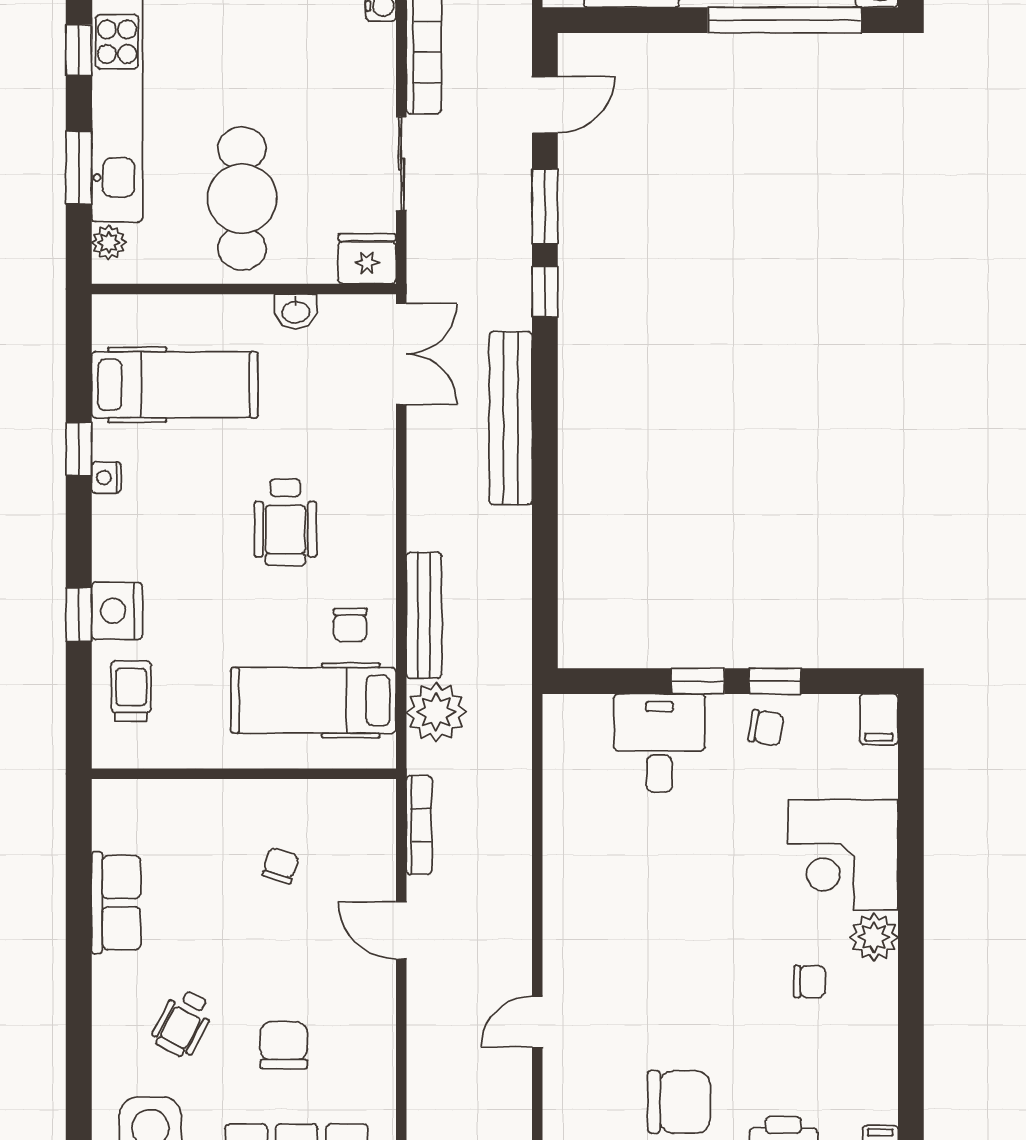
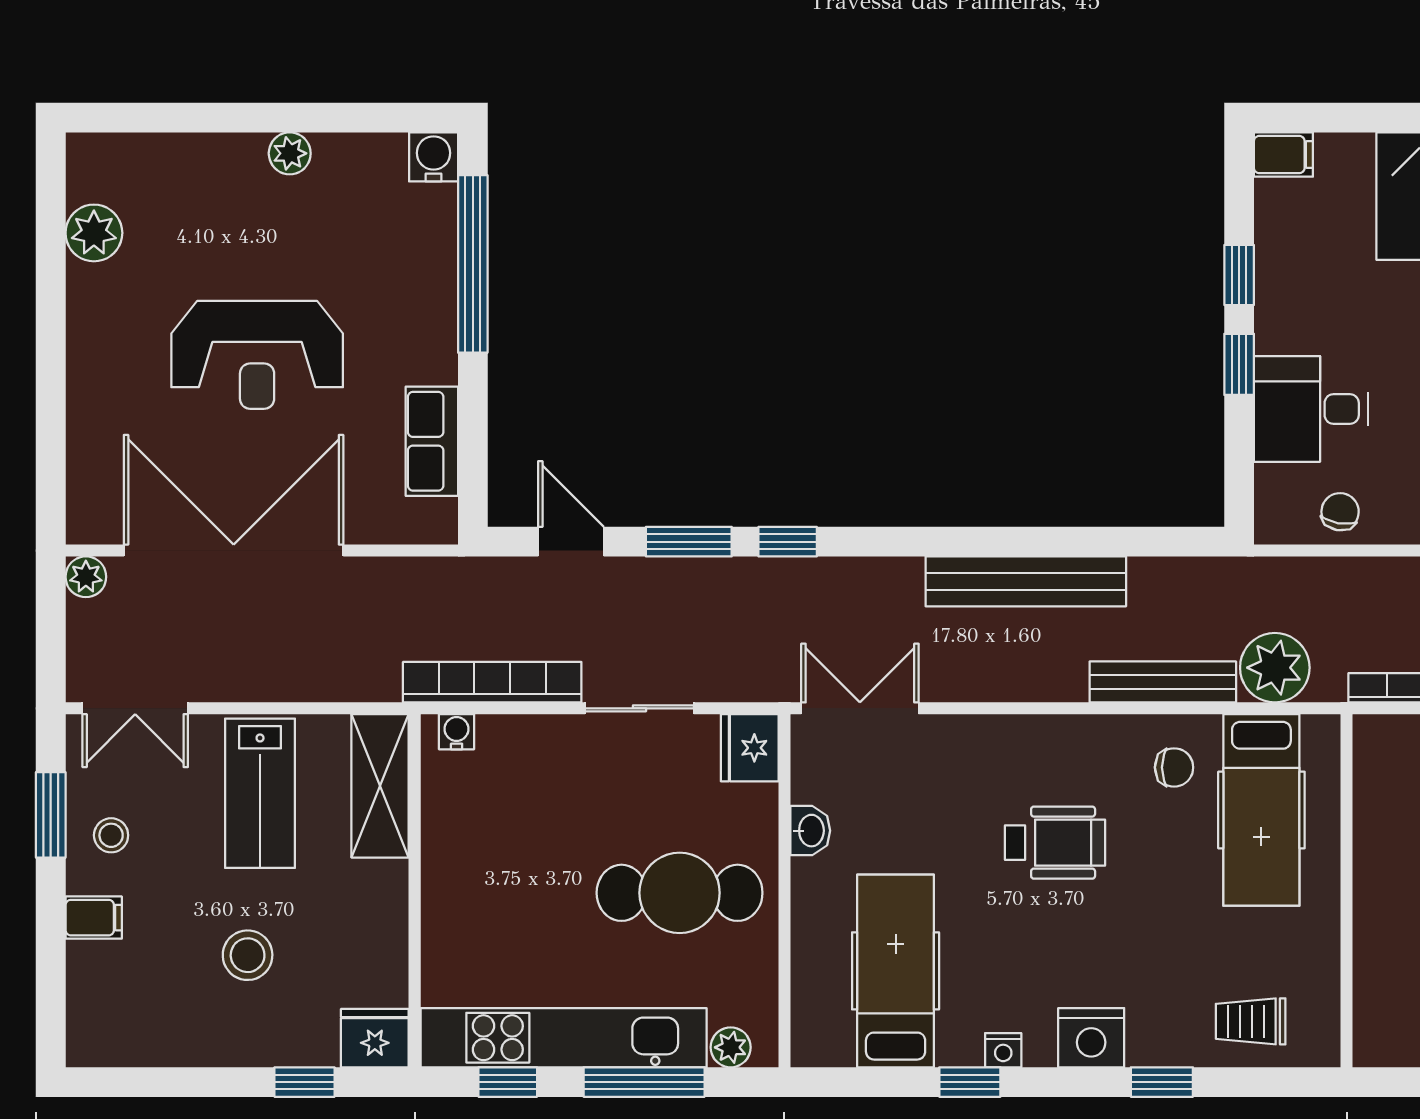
window: (79, 168) -> (644, 1082), width x1.44
bench: (511, 418) -> (1026, 581), moved
nightstand: (117, 611) -> (1091, 1038), moved
chair: (766, 728) -> (1340, 512), moved

